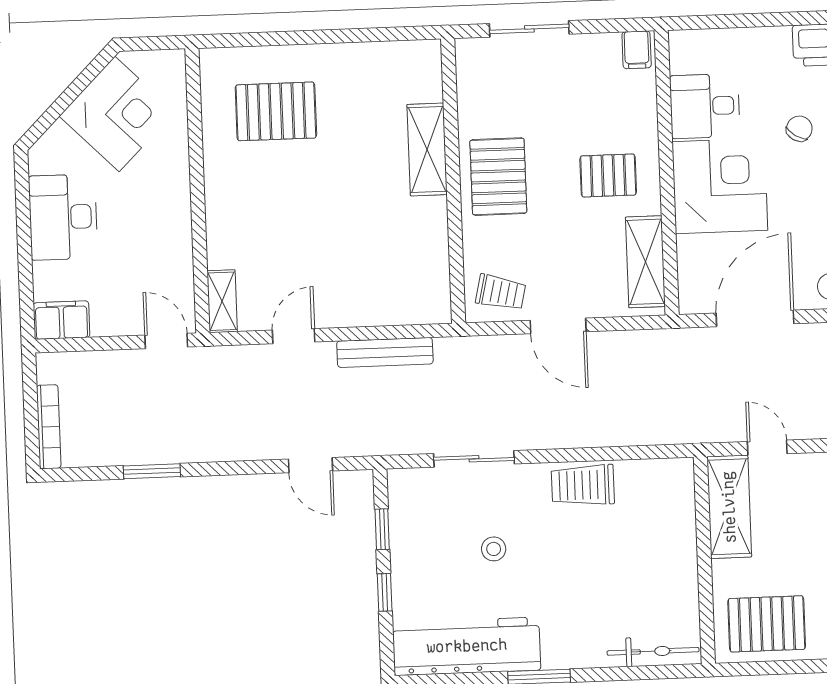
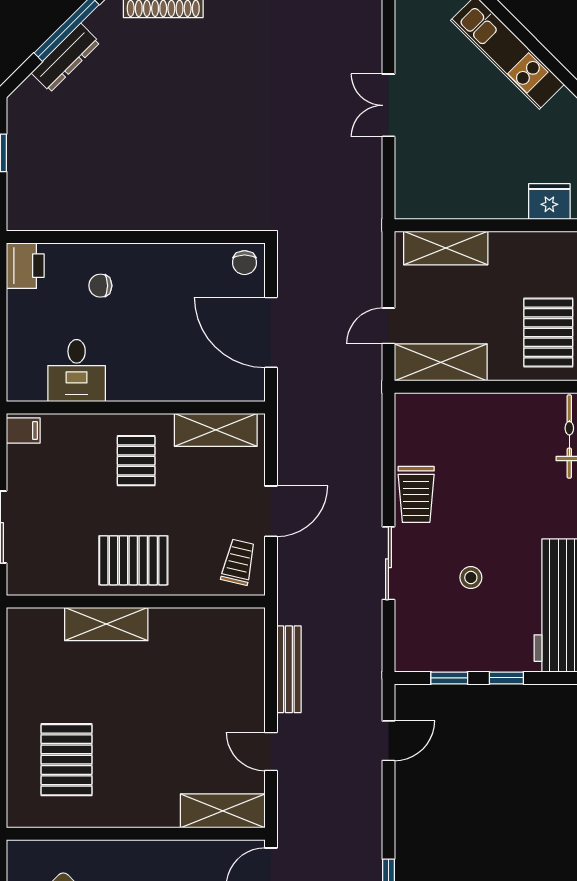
chair: (799, 129) -> (100, 286), turned -32
corner desk: (720, 186) -> (150, 360), removed
shelving: (222, 301) -> (223, 811), width x1.50, depth x1.33
sliding door: (474, 459) -> (388, 563), moved

